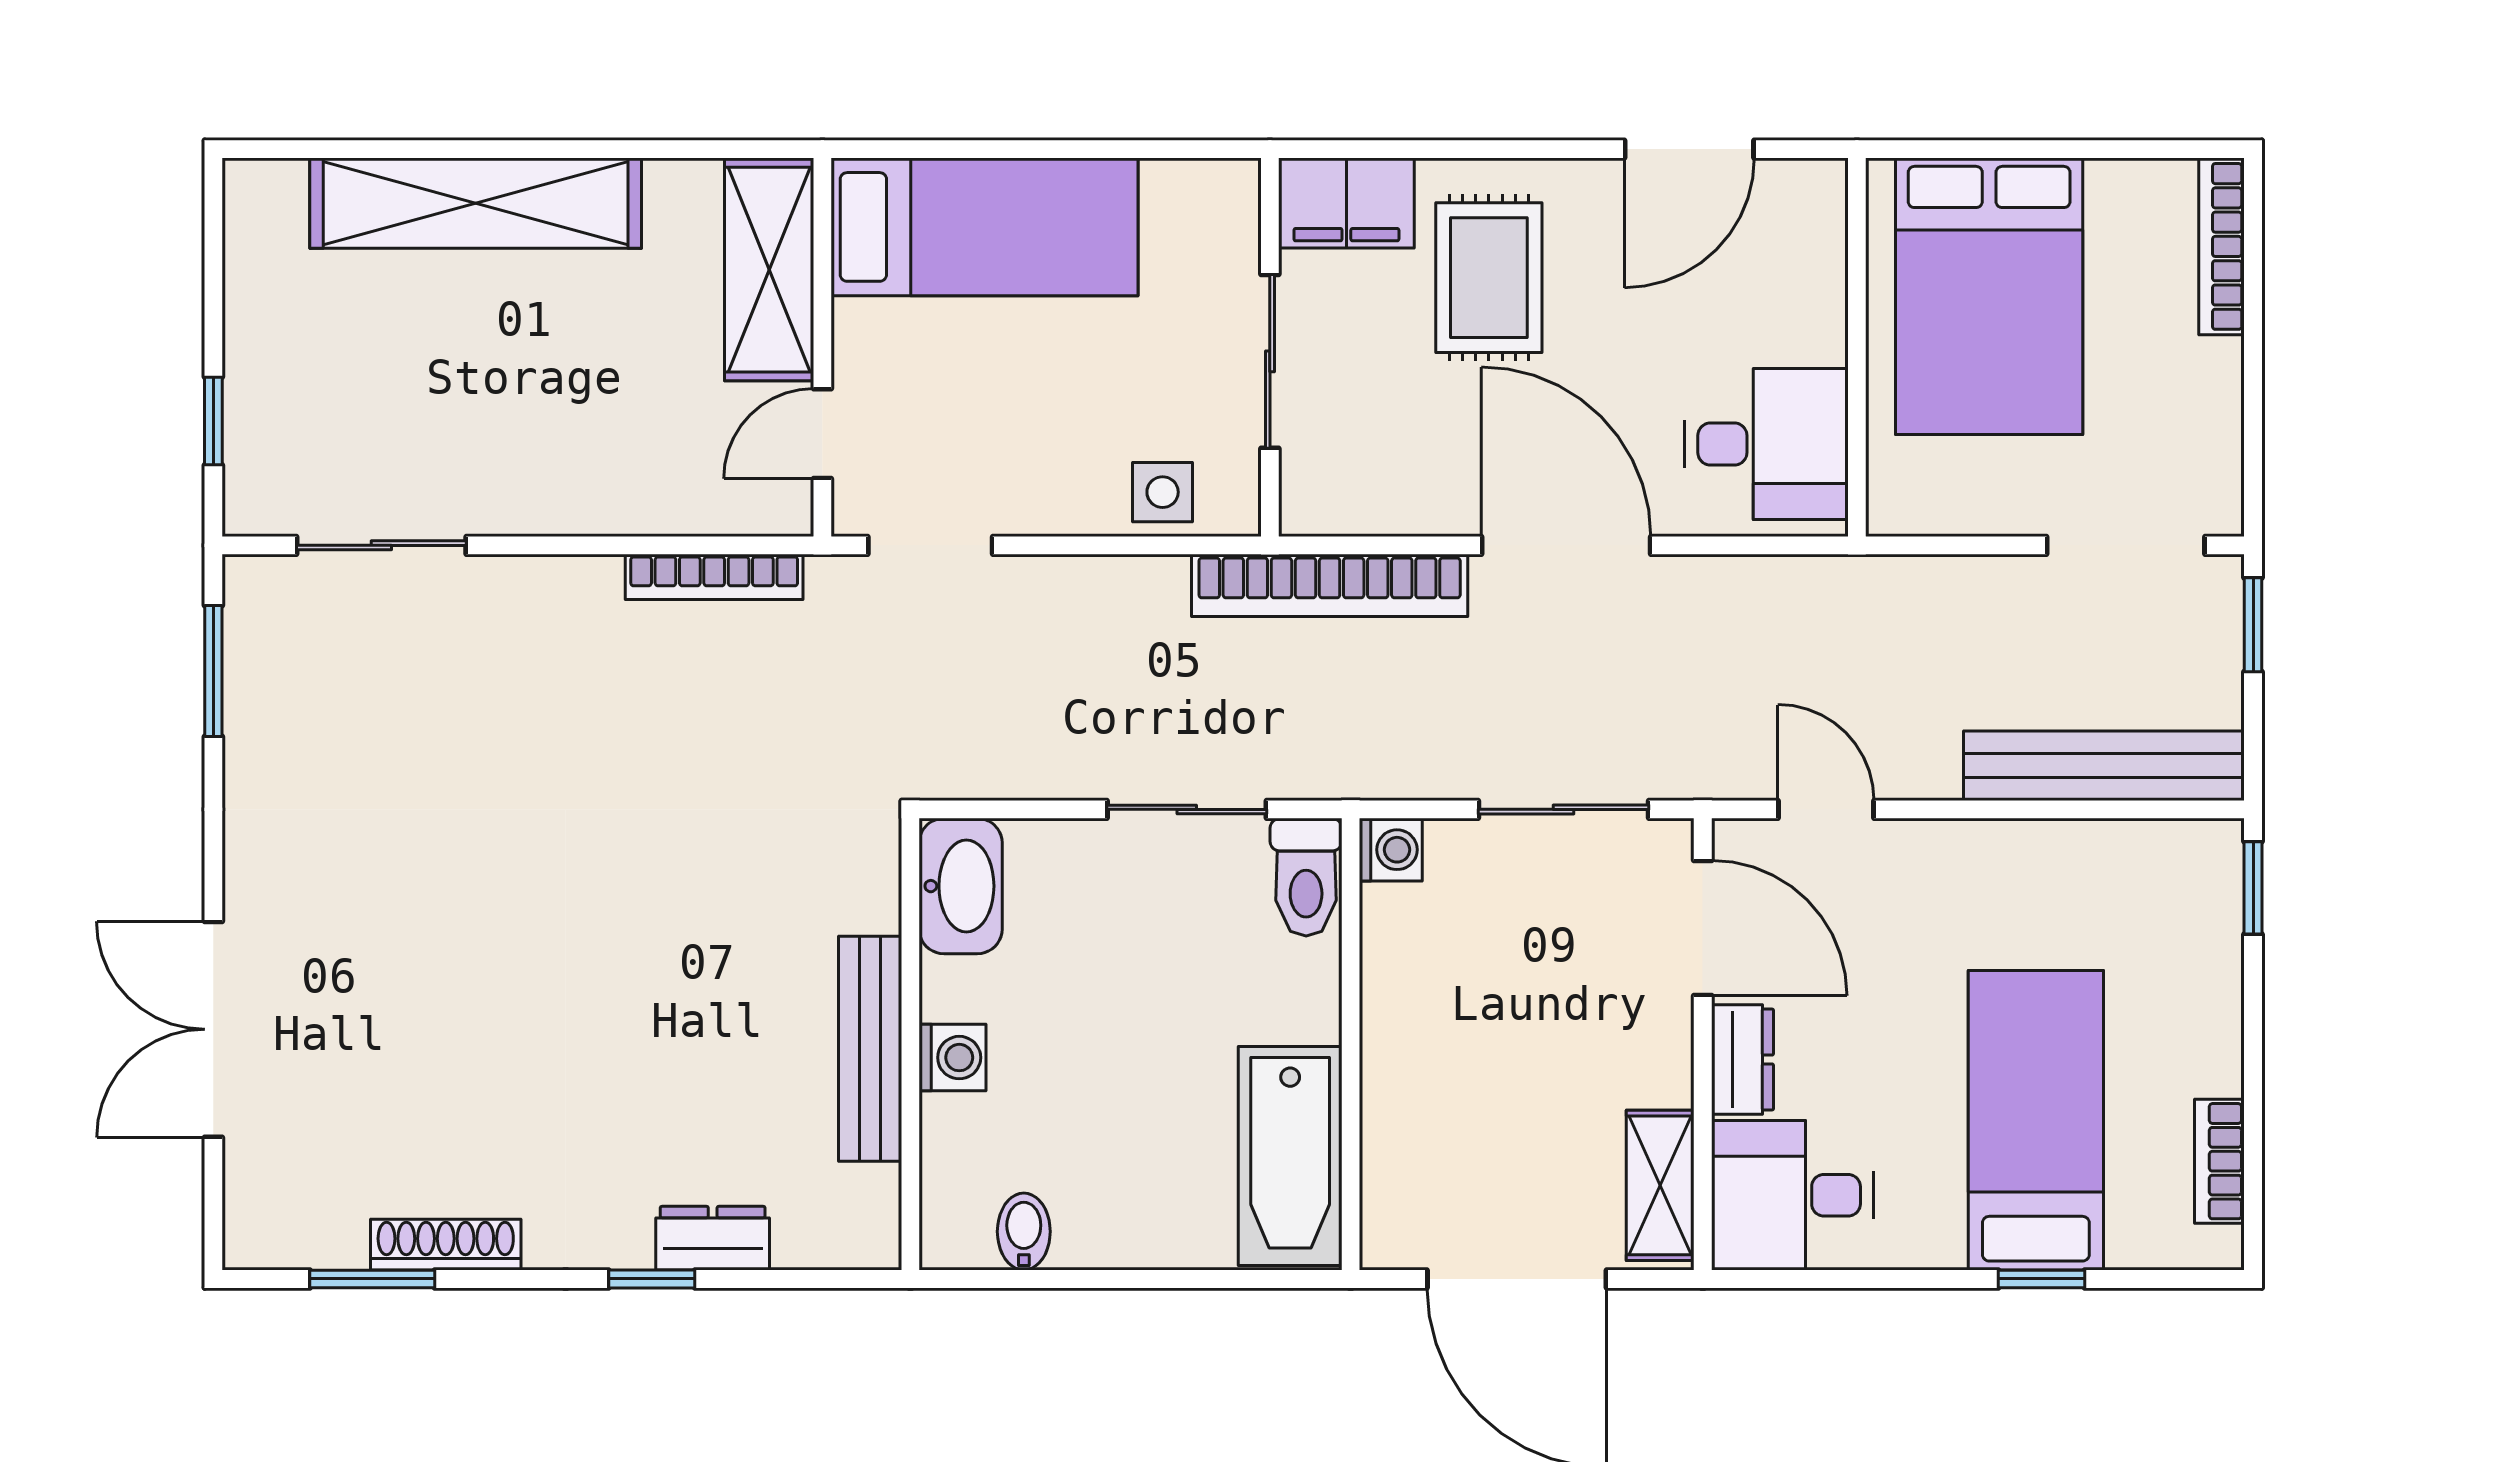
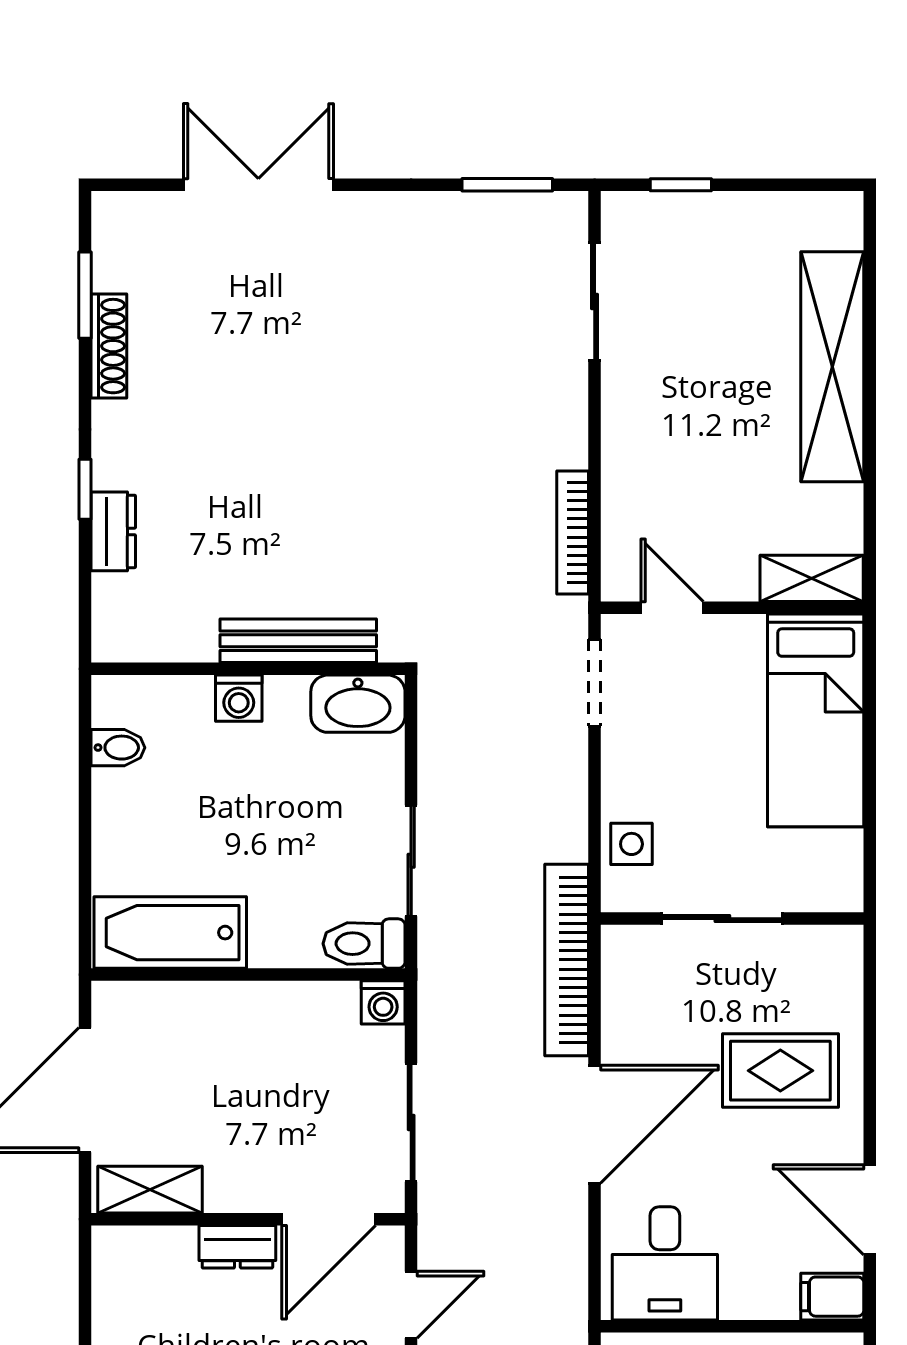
filing cabinet: (1346, 203) -> (832, 1297), moved, width x0.50
shelving: (769, 270) -> (812, 578), width x0.67, depth x0.75
bench: (870, 1049) -> (298, 641), moved
desk: (1792, 1195) -> (143, 1281), removed

